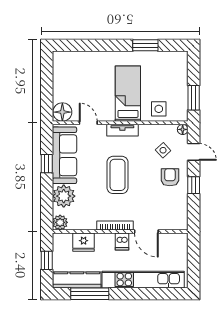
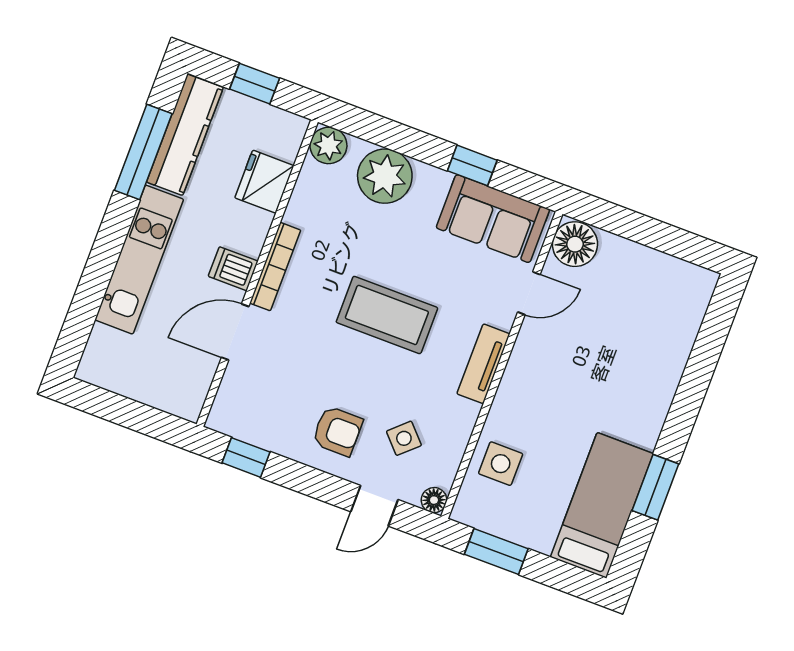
bed: (128, 94) -> (602, 505), moved, turned -90
sofa: (64, 155) -> (493, 219), width x0.73
window: (194, 185) -> (246, 457), moved
kitchen unit: (143, 280) -> (139, 260), width x0.73

